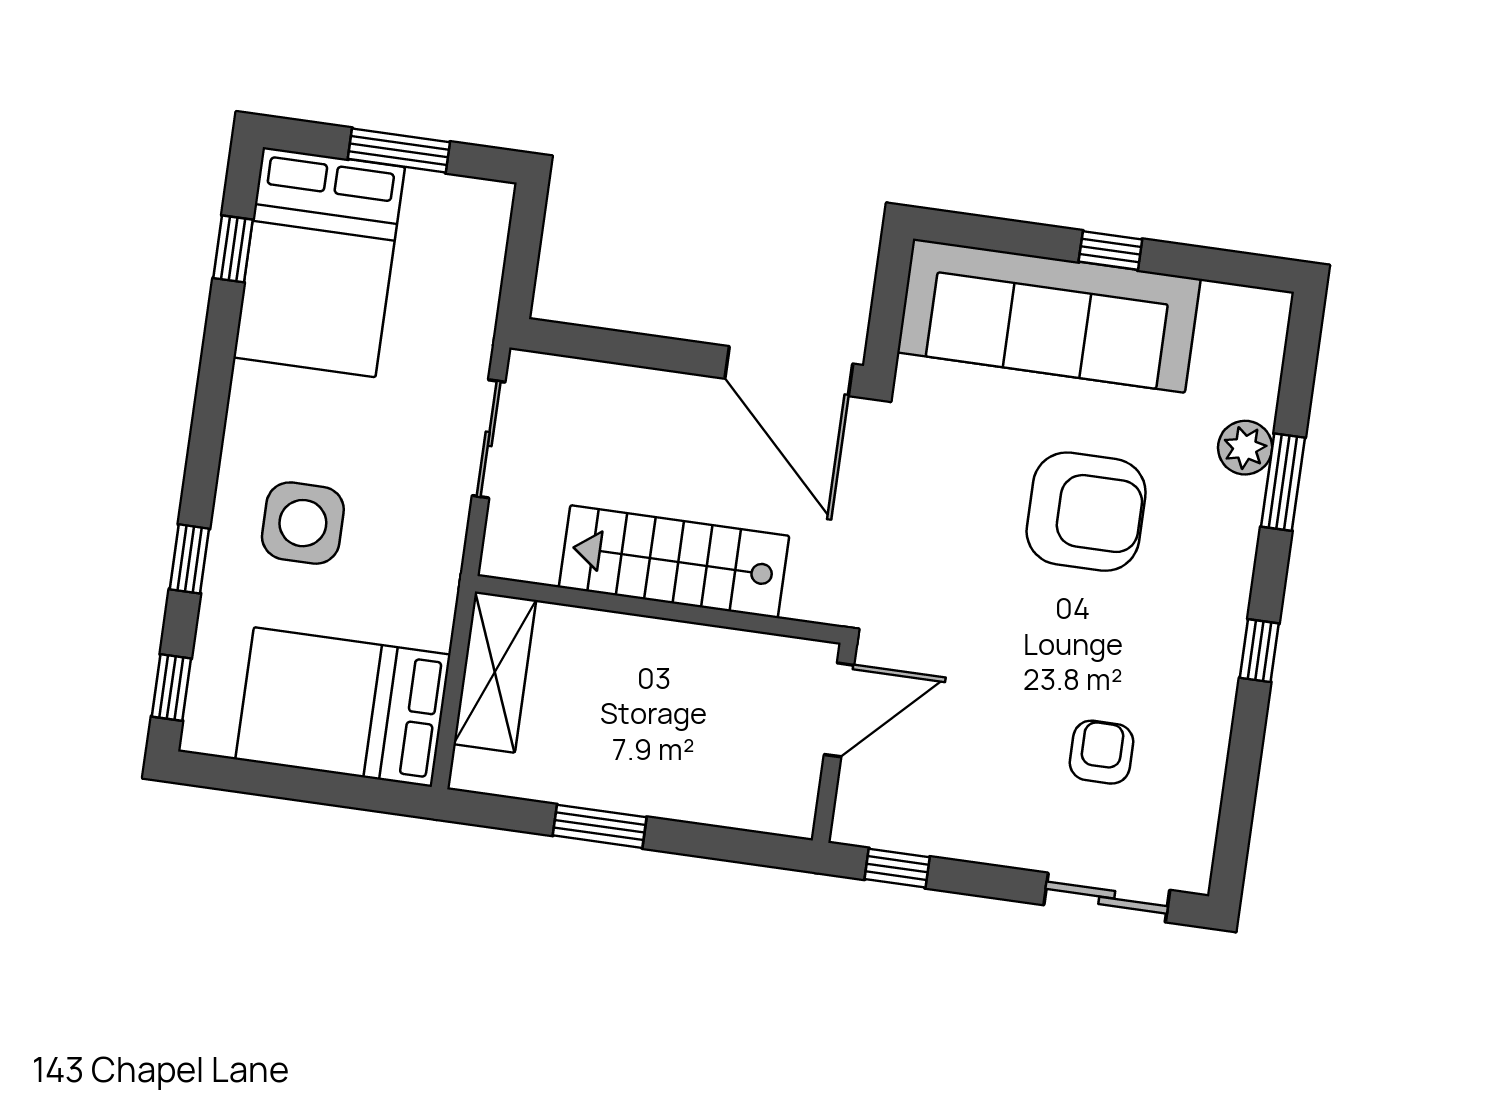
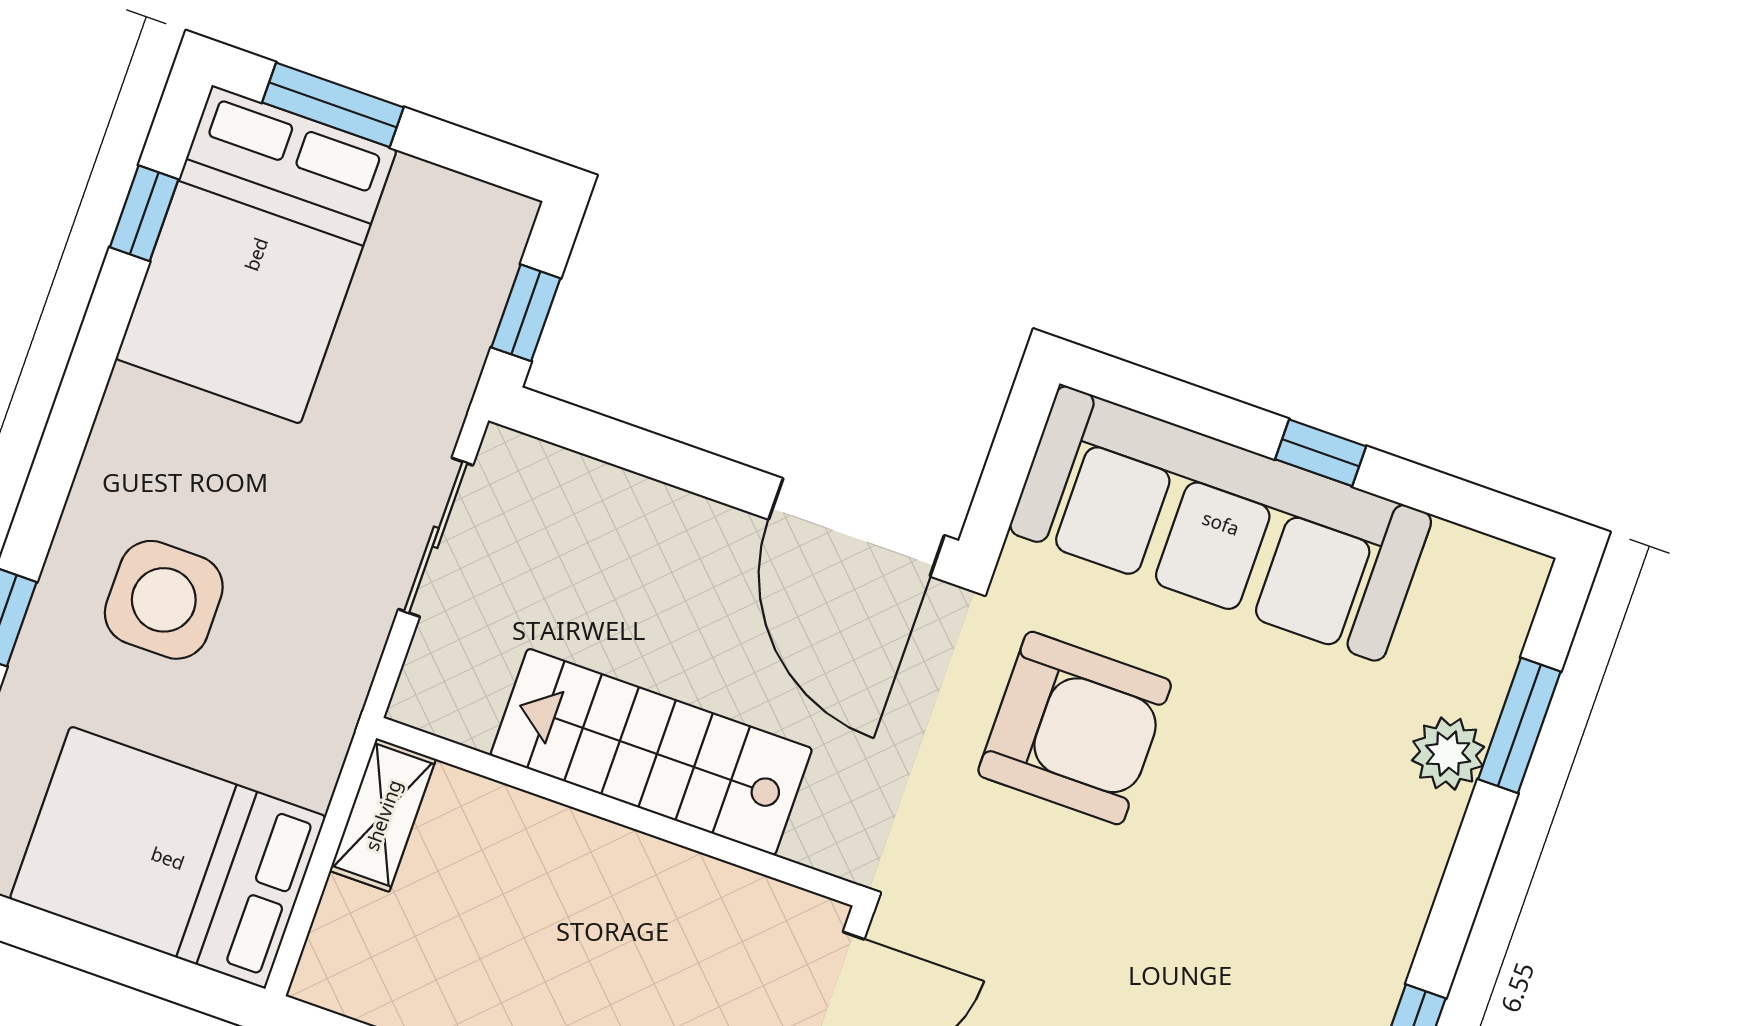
window: (399, 151) -> (333, 105), moved
window: (521, 265) -> (526, 313), added
window: (1283, 482) -> (1519, 725), moved
armchair: (1086, 512) -> (1075, 728), moved
shelving: (495, 672) -> (383, 815), width x0.67, depth x0.75

